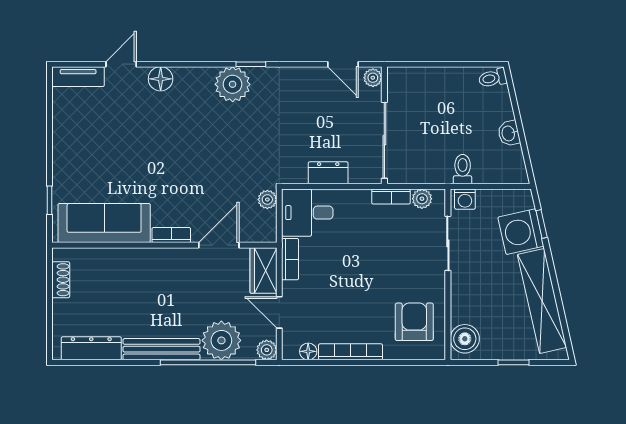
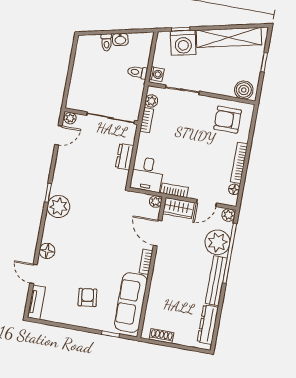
toilet: (493, 78) -> (106, 42), moved
armchair: (100, 154) -> (88, 297), added
plant: (267, 199) -> (156, 202), moved

